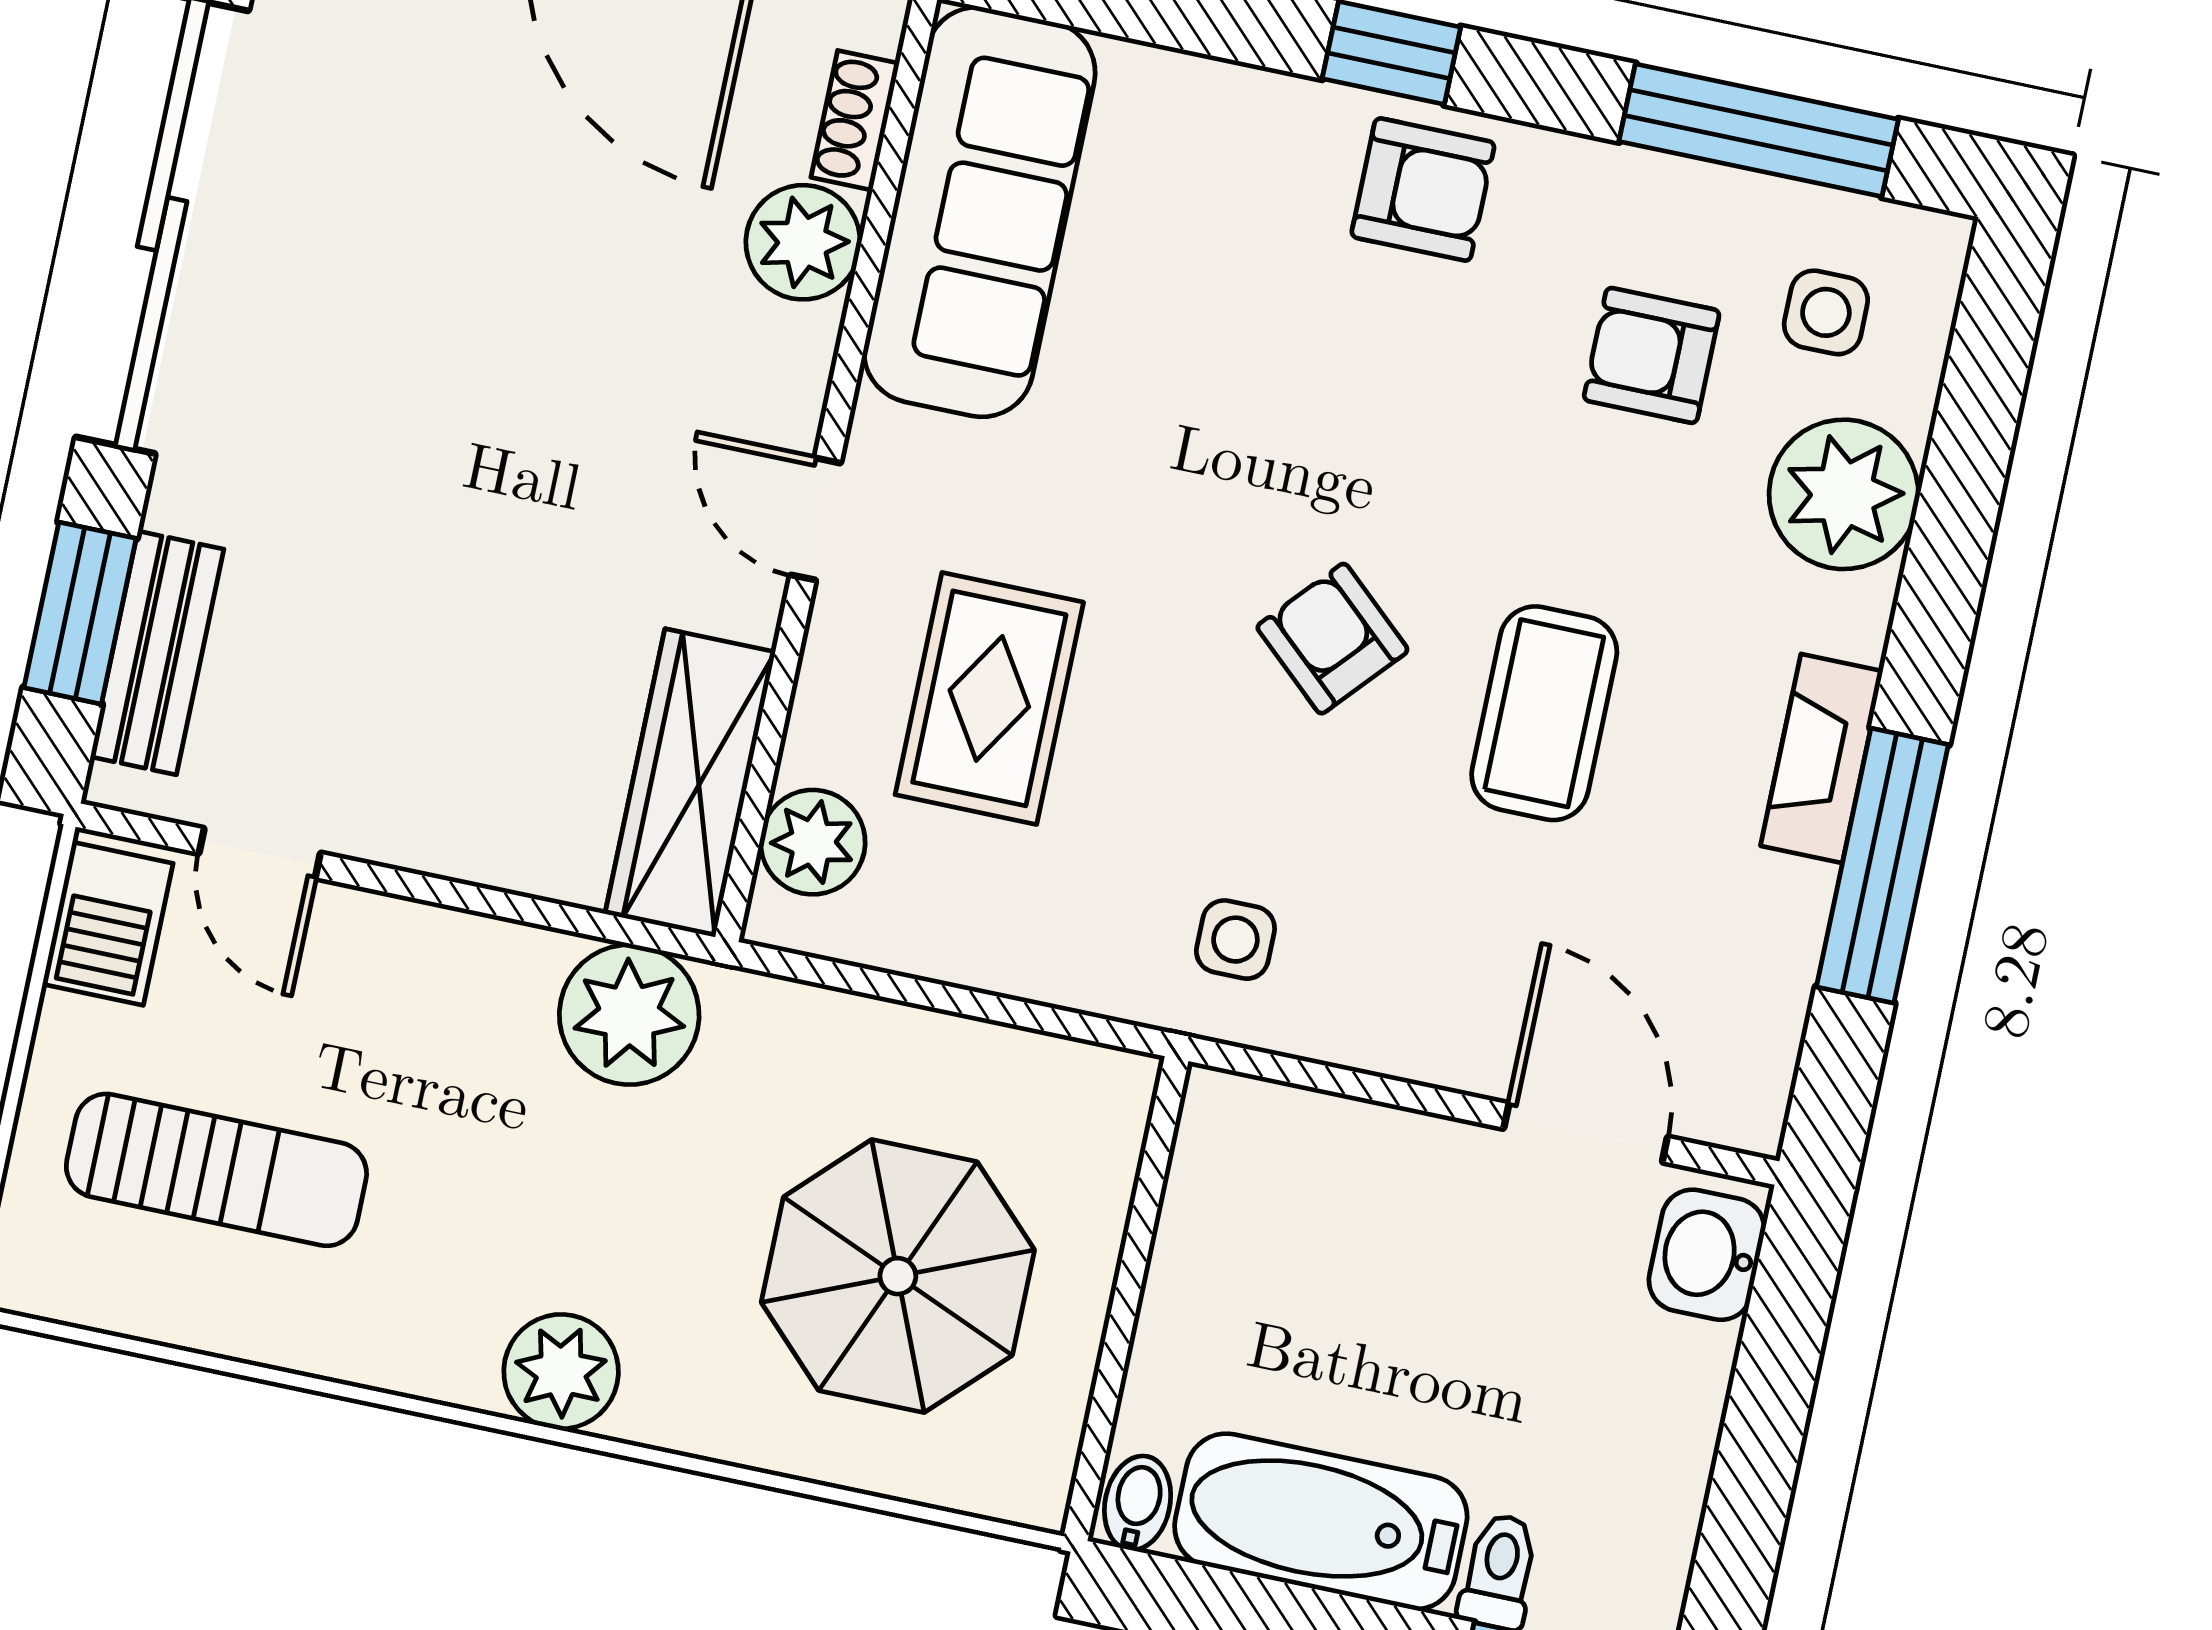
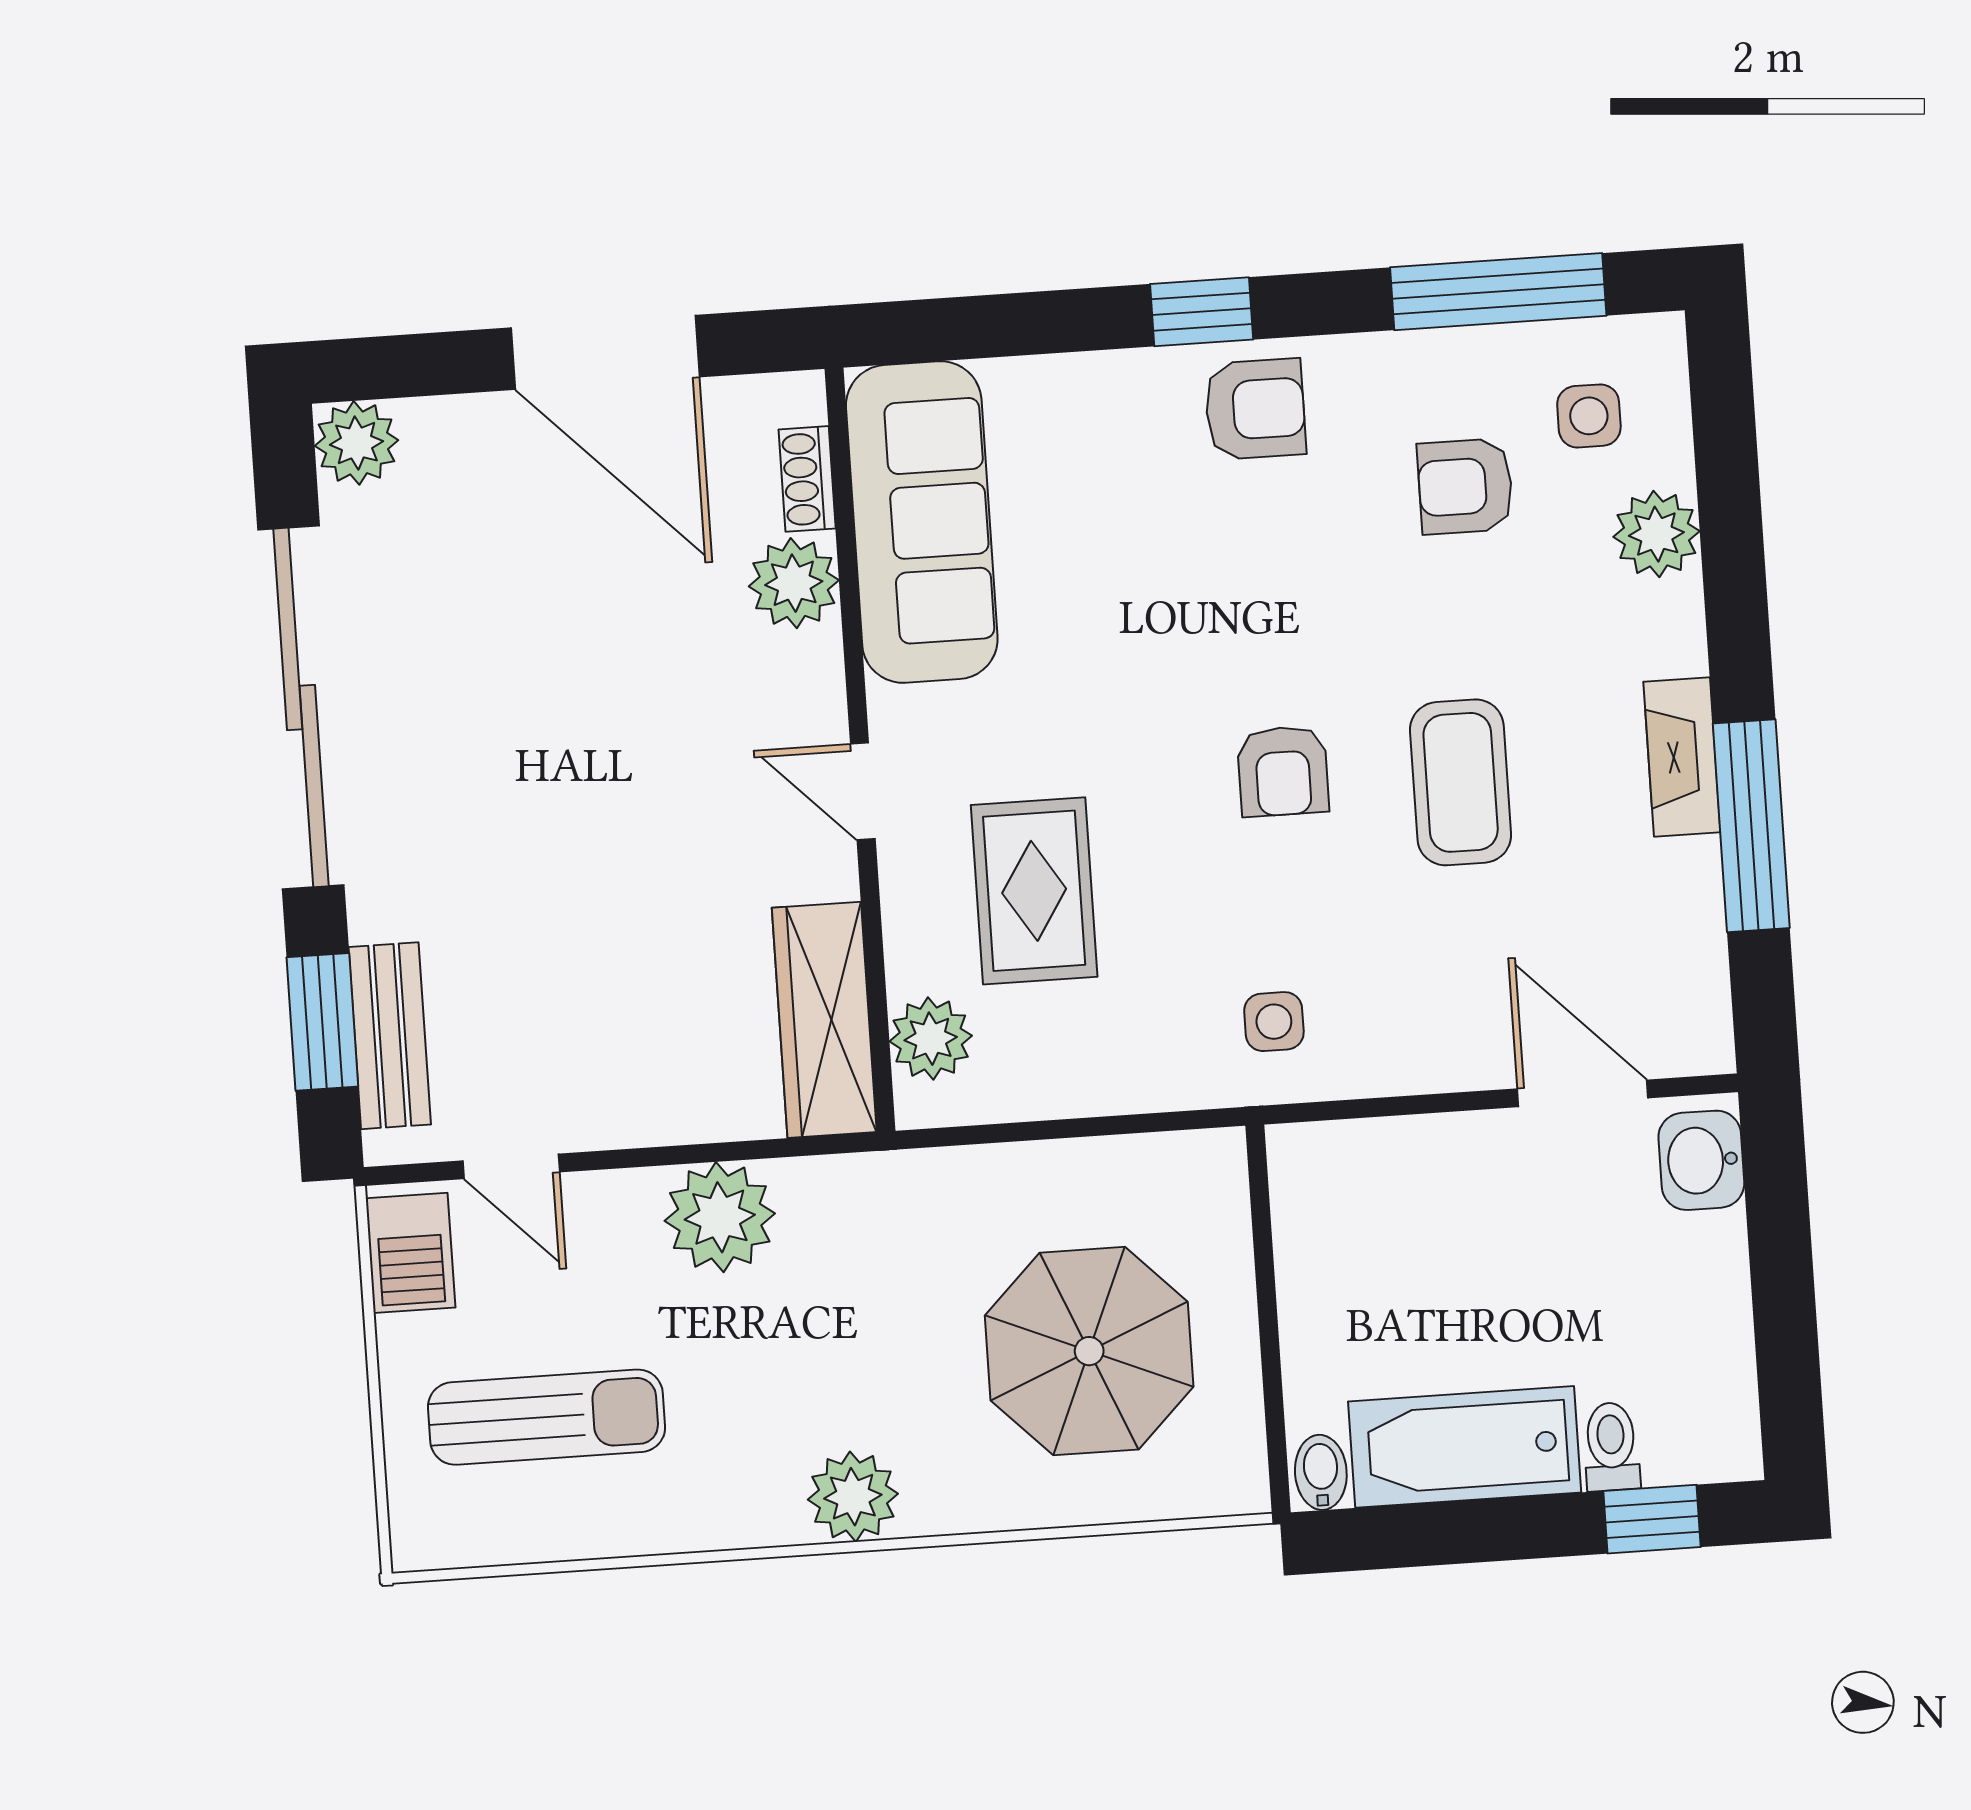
plant: (1844, 494) -> (1656, 534), width x0.73, depth x0.73
armchair: (1332, 639) -> (1283, 771), turned -132
plant: (629, 1015) -> (720, 1217), moved

